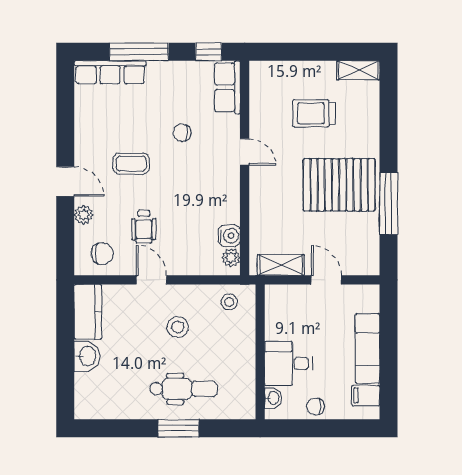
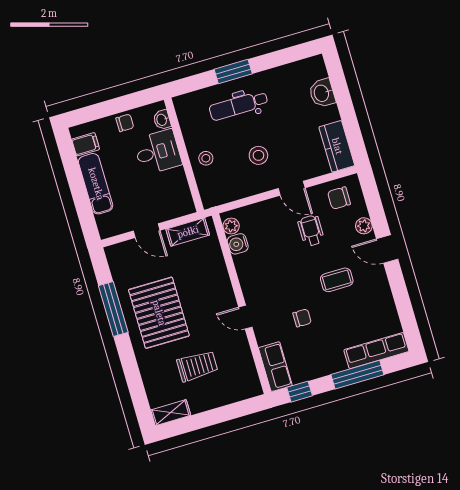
pallet: (339, 185) -> (159, 313), turned 90
stool: (229, 302) -> (206, 158), moved
washbasin: (87, 356) -> (322, 93), moved

